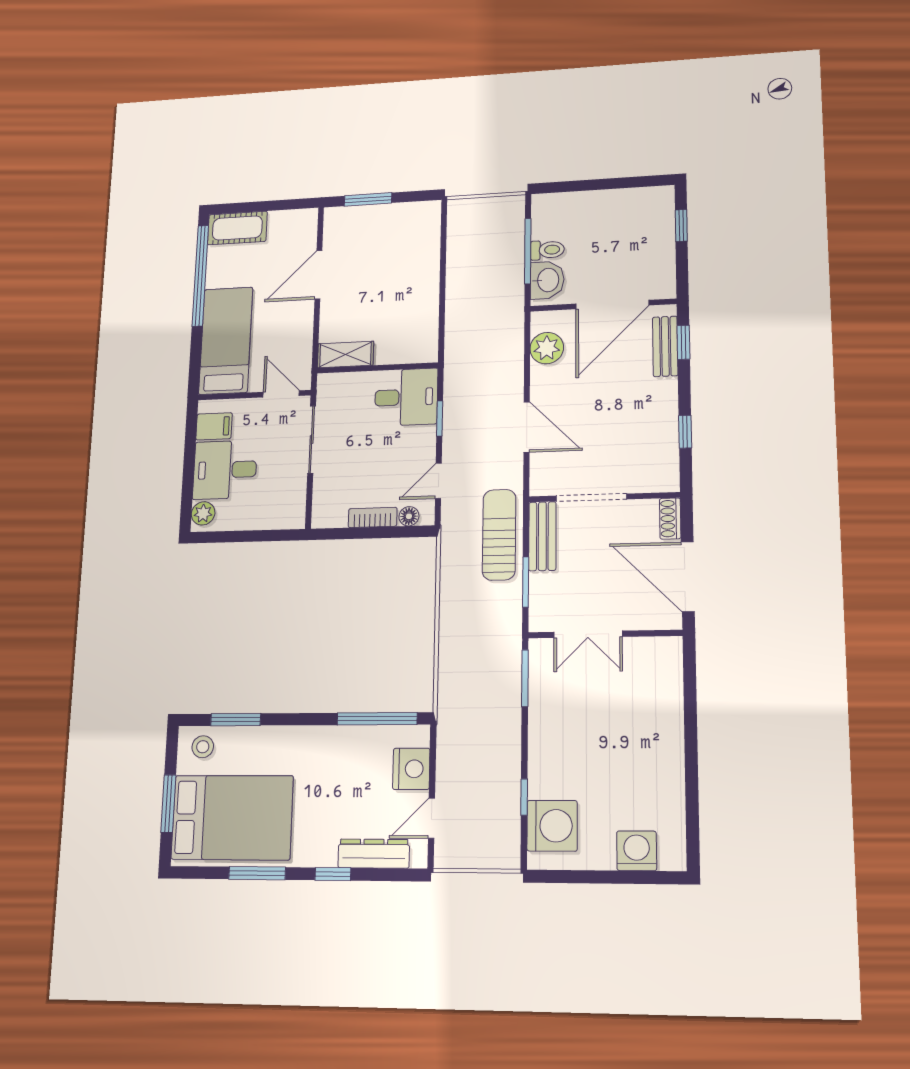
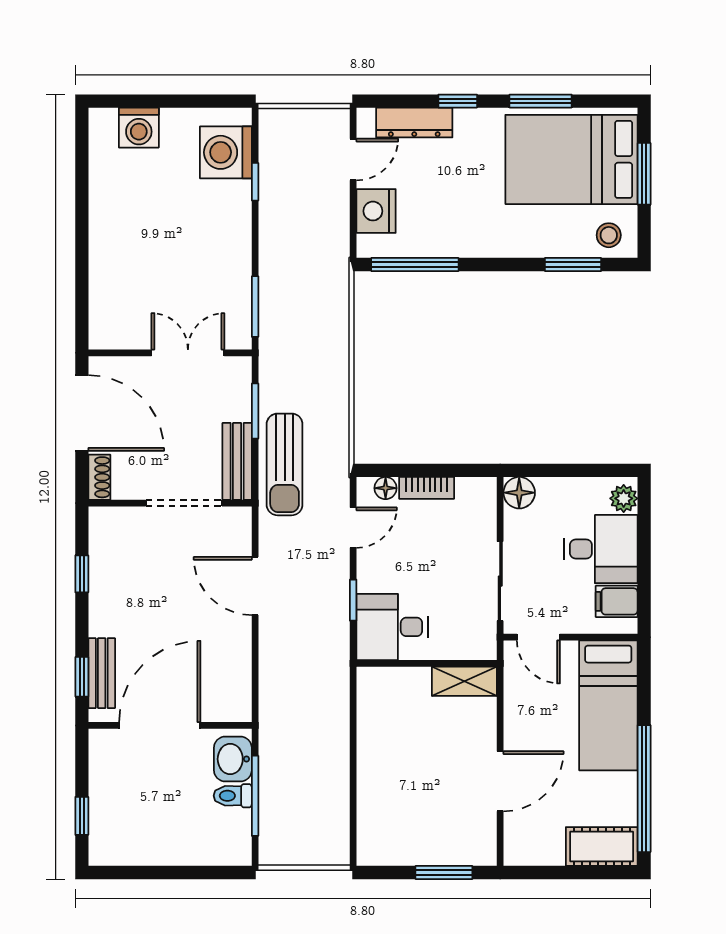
plant: (547, 348) -> (233, 678), removed
floor lamp: (292, 516) -> (519, 493), added

